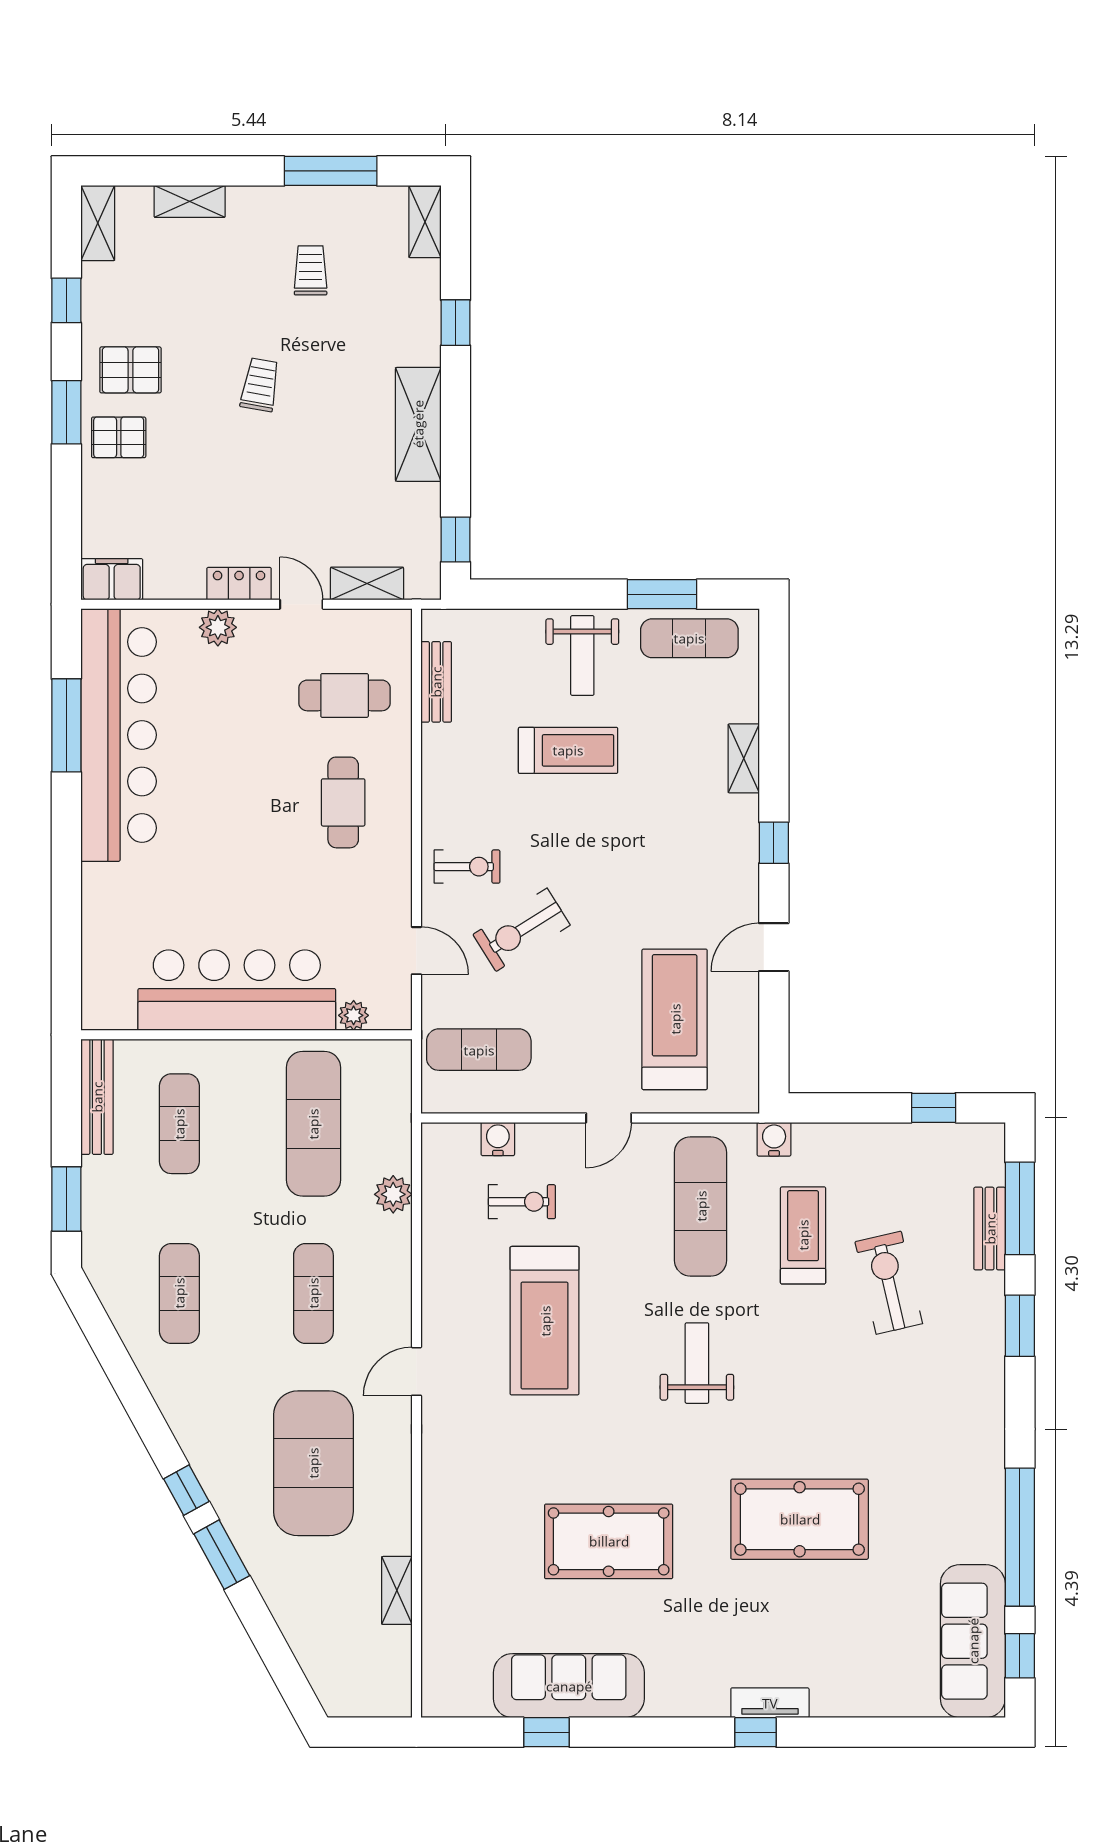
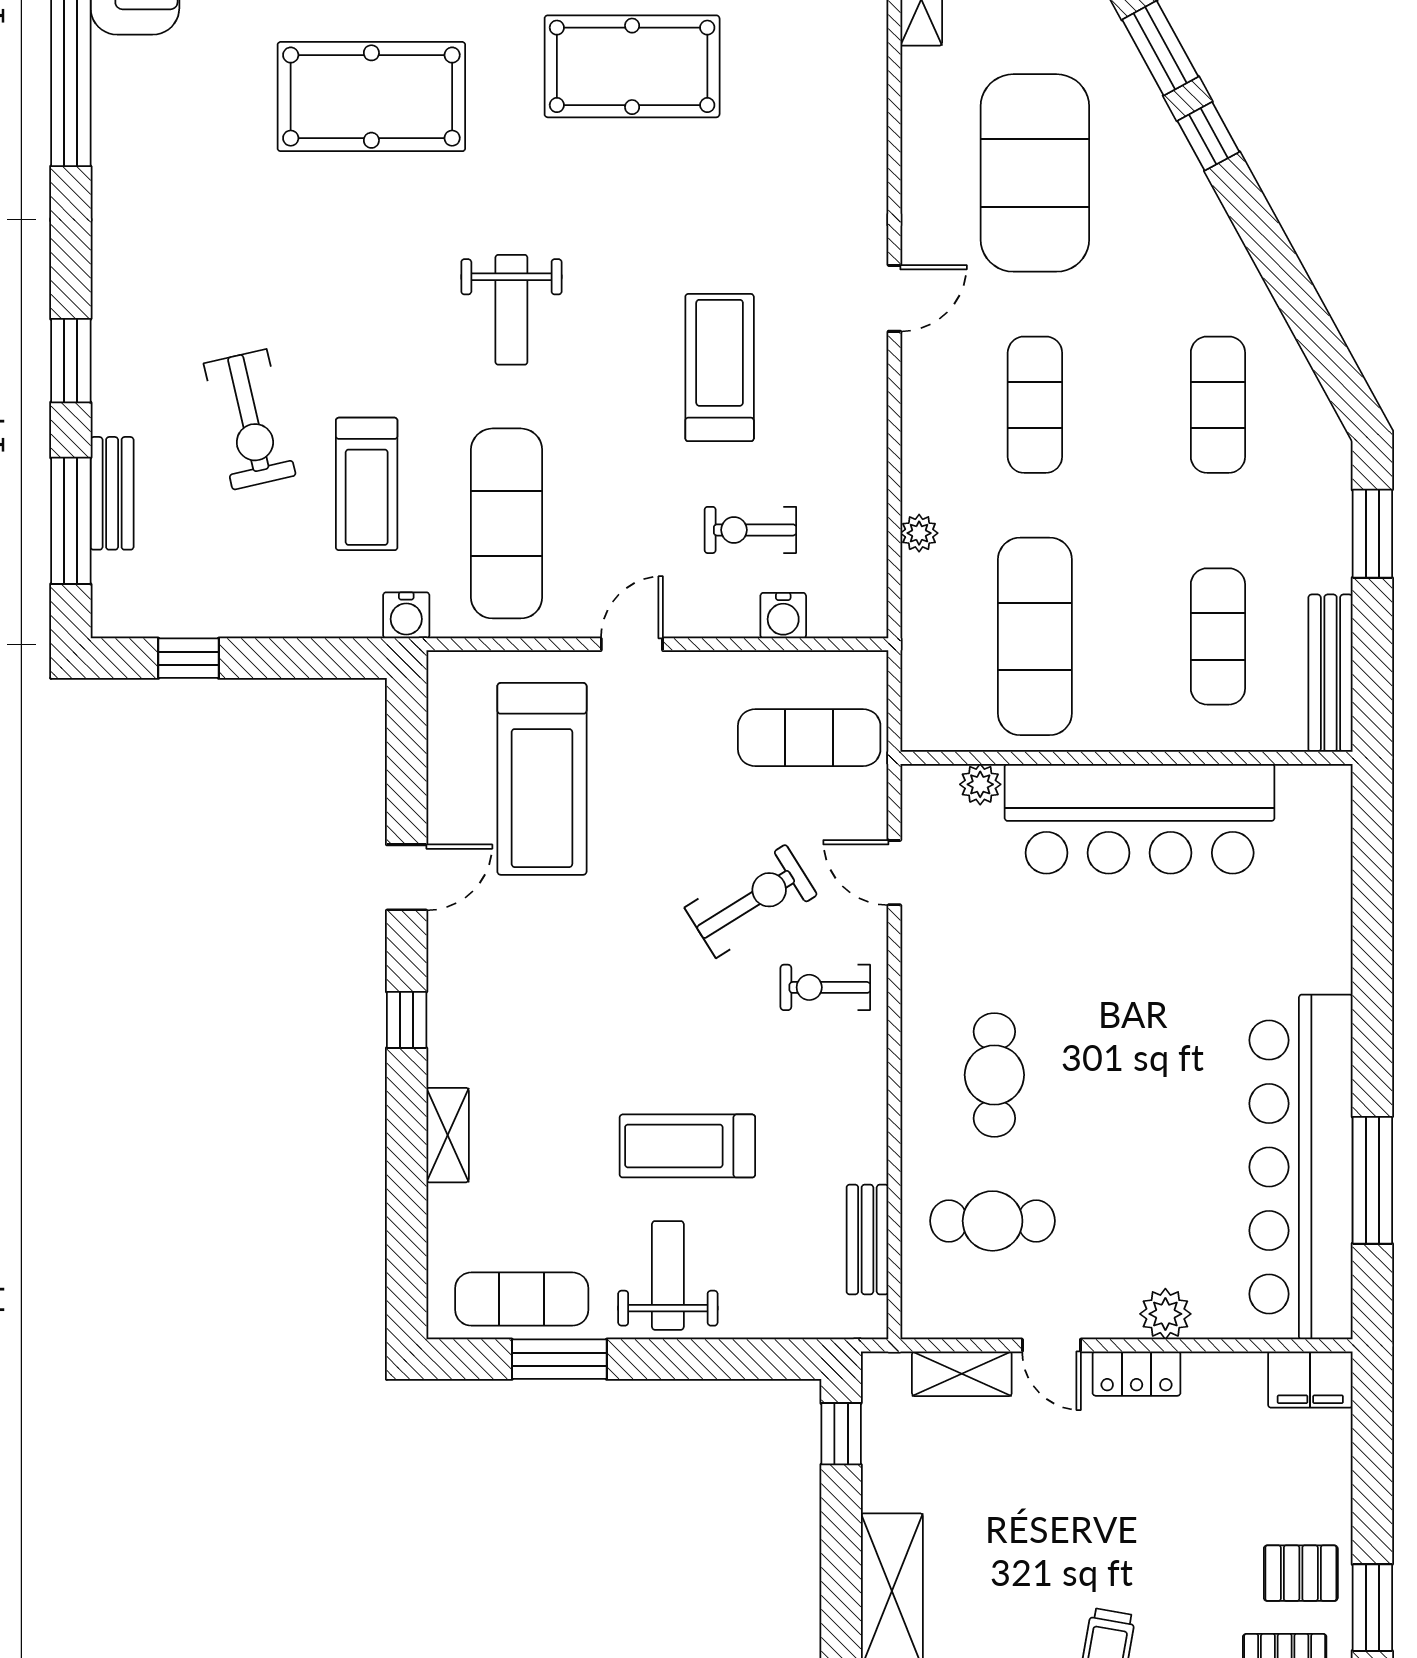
plant: (393, 1194) -> (919, 533), width x0.73, depth x0.73
treadmill: (545, 1321) -> (720, 368), width x0.73, depth x0.73

